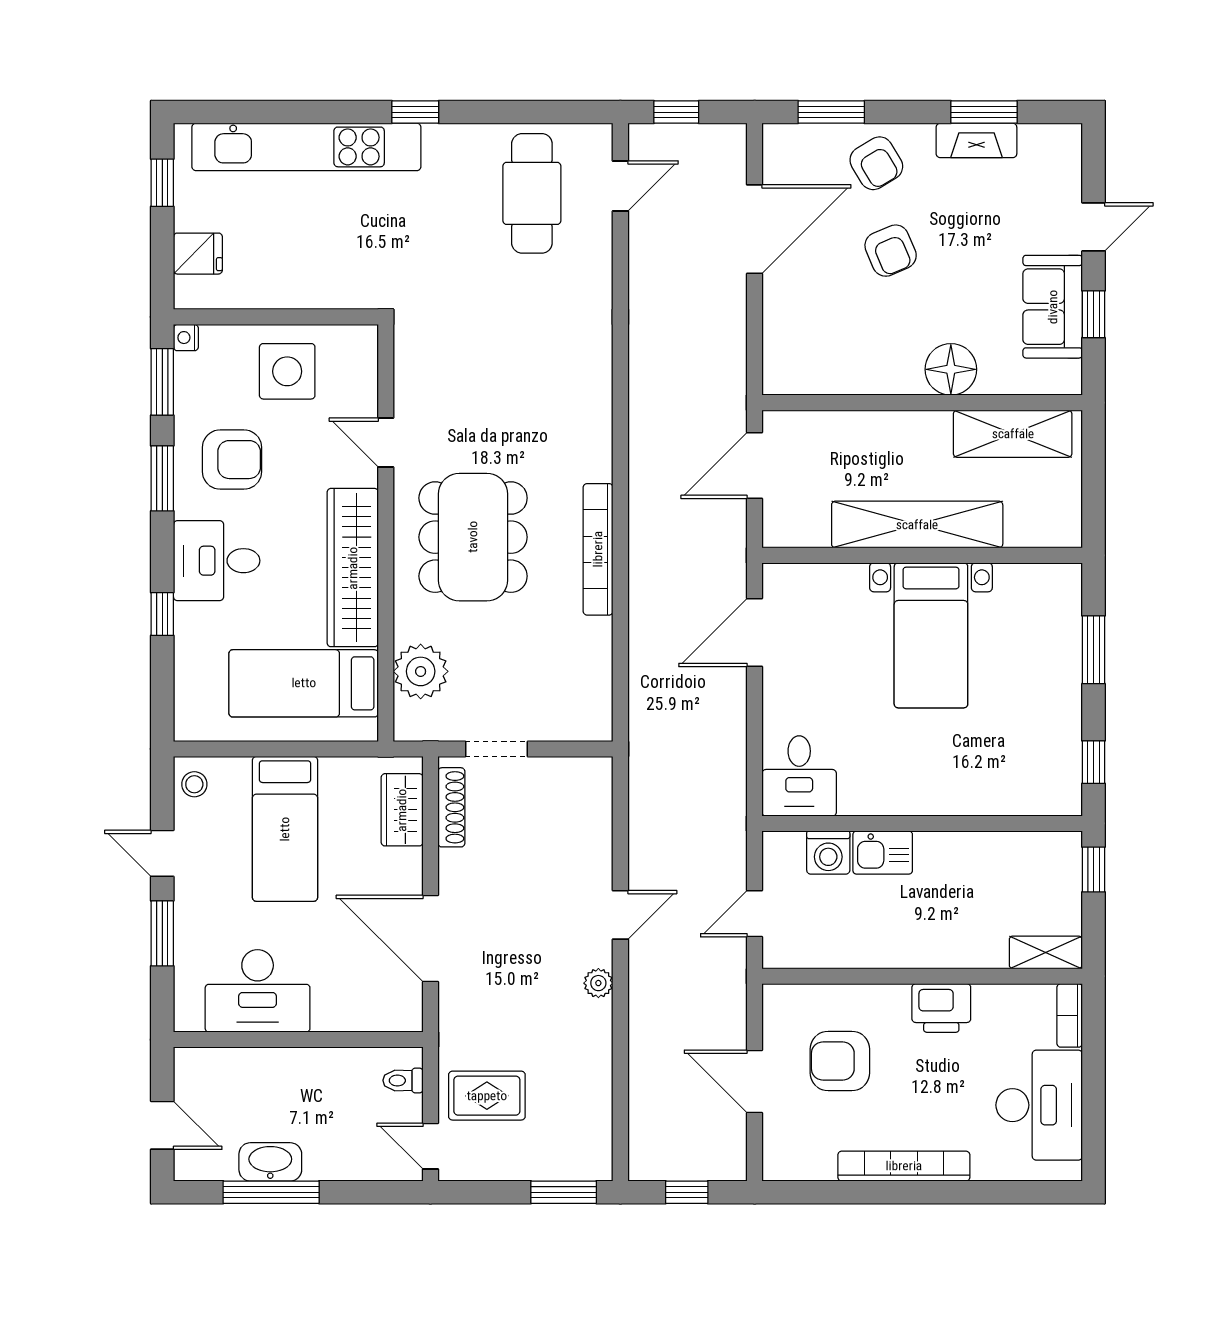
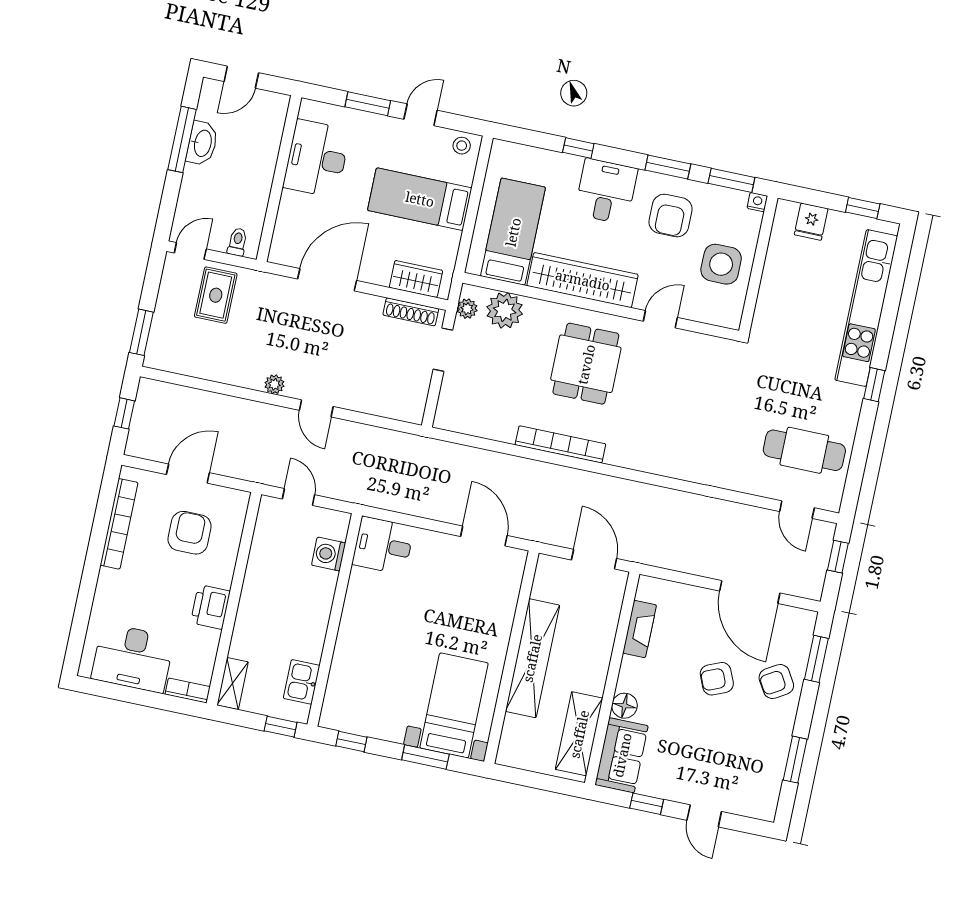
fireplace: (976, 140) -> (640, 629), moved, turned 180
sofa: (1053, 307) -> (622, 755), moved, turned 90
floor lamp: (951, 369) -> (624, 706), width x0.73, depth x0.73
dining table: (473, 537) -> (586, 364), width x0.73
bed with nightstands: (931, 635) -> (454, 705), moved, turned 90
plant: (430, 726) -> (467, 309), added
kitchen sink: (883, 853) -> (302, 682), moved
bookcase: (904, 1166) -> (119, 524), moved

